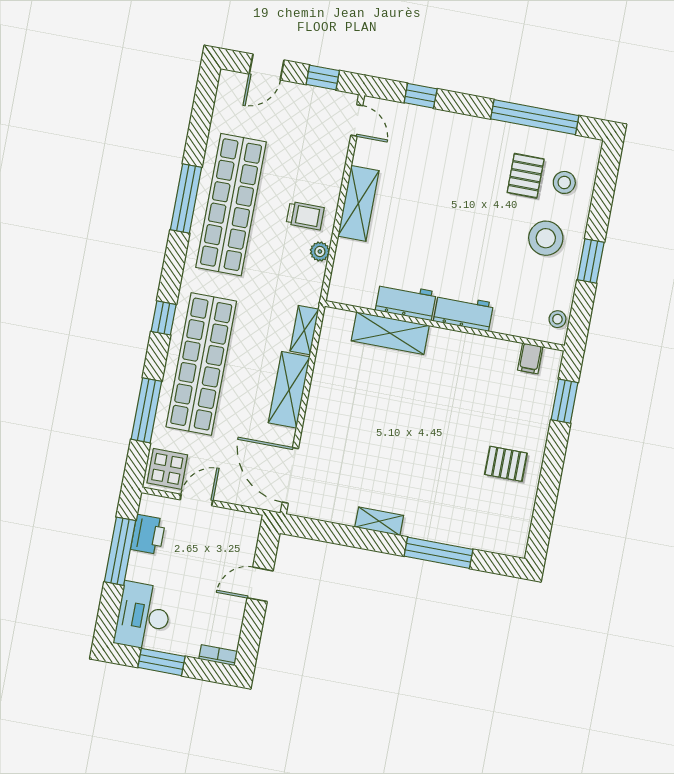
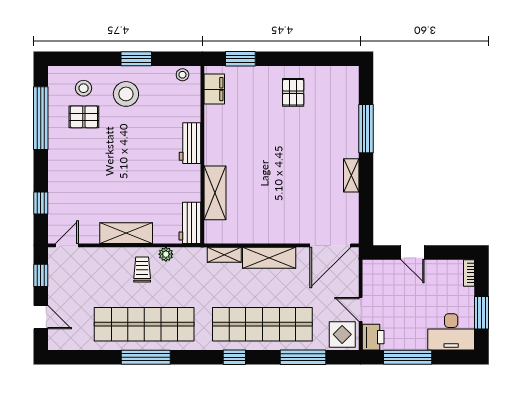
workbench: (406, 301) -> (190, 223), moved
filing cabinet: (530, 358) -> (214, 89), width x2.00
printer: (148, 534) -> (373, 337), moved, turned 90

